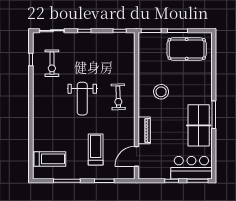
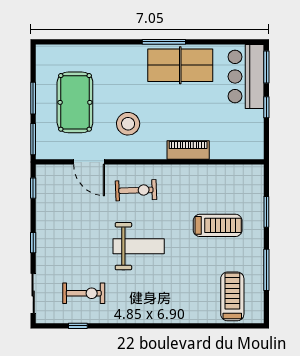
pool table: (187, 49) -> (75, 102), moved
treadmill: (96, 149) -> (218, 225), turned 180
door: (136, 156) -> (89, 162), moved

